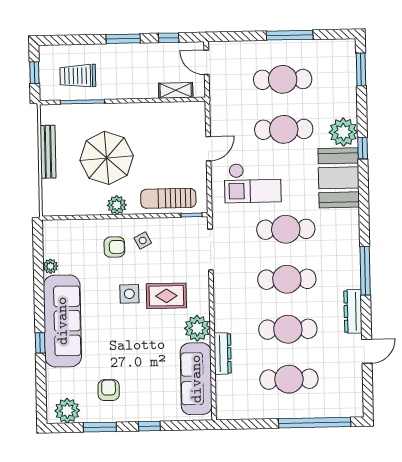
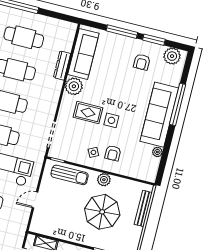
bench: (48, 152) -> (143, 208), moved
armchair: (114, 247) -> (113, 153), turned -90
window: (40, 343) -> (178, 104), width x3.17
window: (149, 426) -> (122, 32), width x2.17

